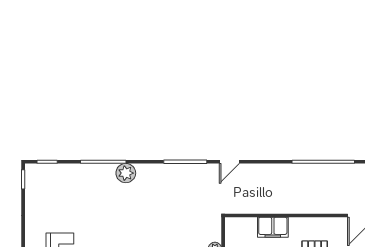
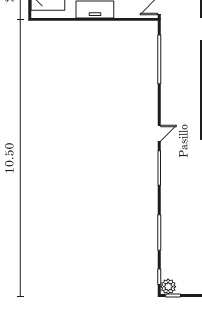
door: (229, 162) -> (159, 133), hinge flipped
plant: (126, 173) -> (168, 287), moved

